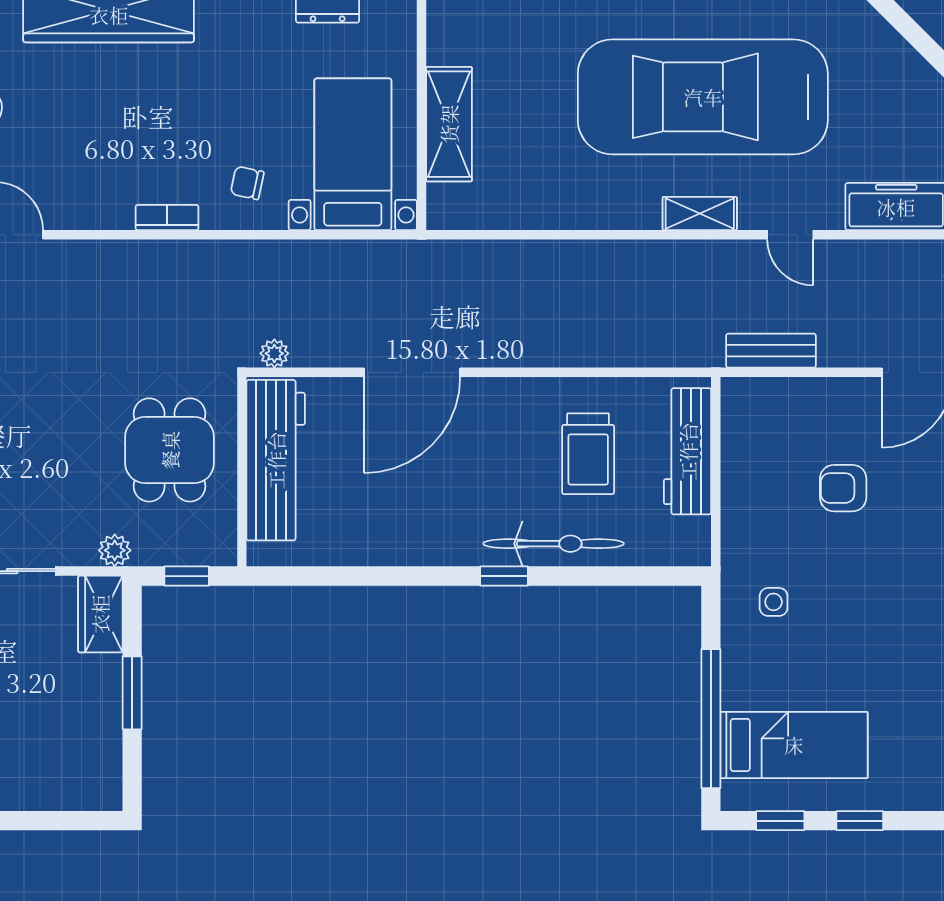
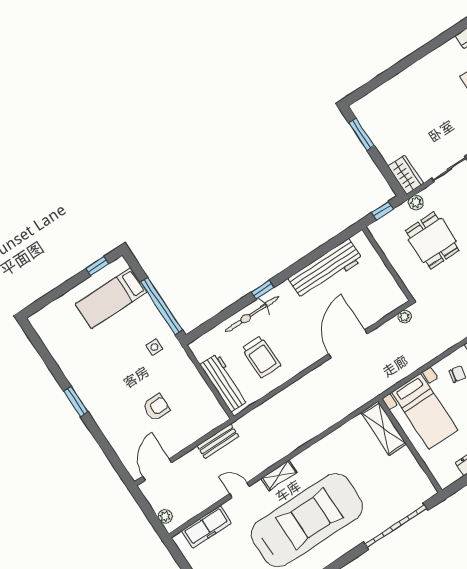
shelving: (449, 124) -> (384, 428), moved
dining table: (170, 450) -> (432, 241), moved
trolley: (588, 454) -> (261, 357), turned 180
workbench: (276, 460) -> (326, 269), moved, turned -90
window: (132, 693) -> (362, 134), moved
window: (711, 719) -> (161, 306), moved
window: (860, 821) -> (67, 286), removed

